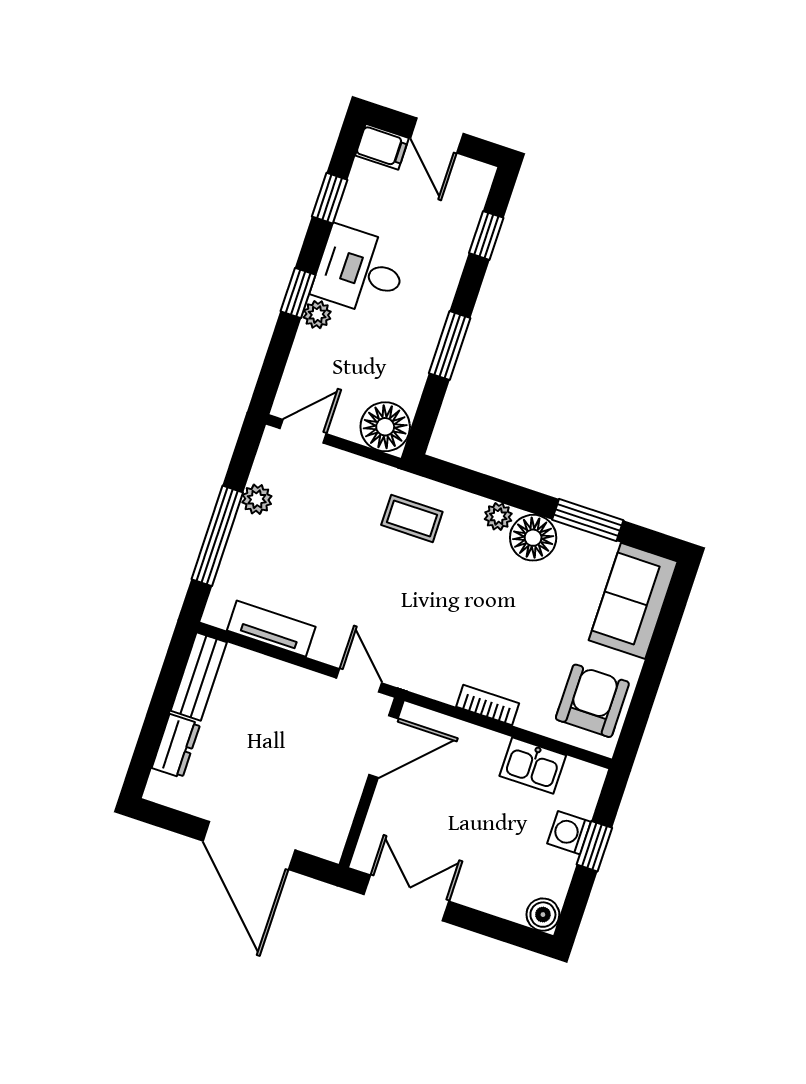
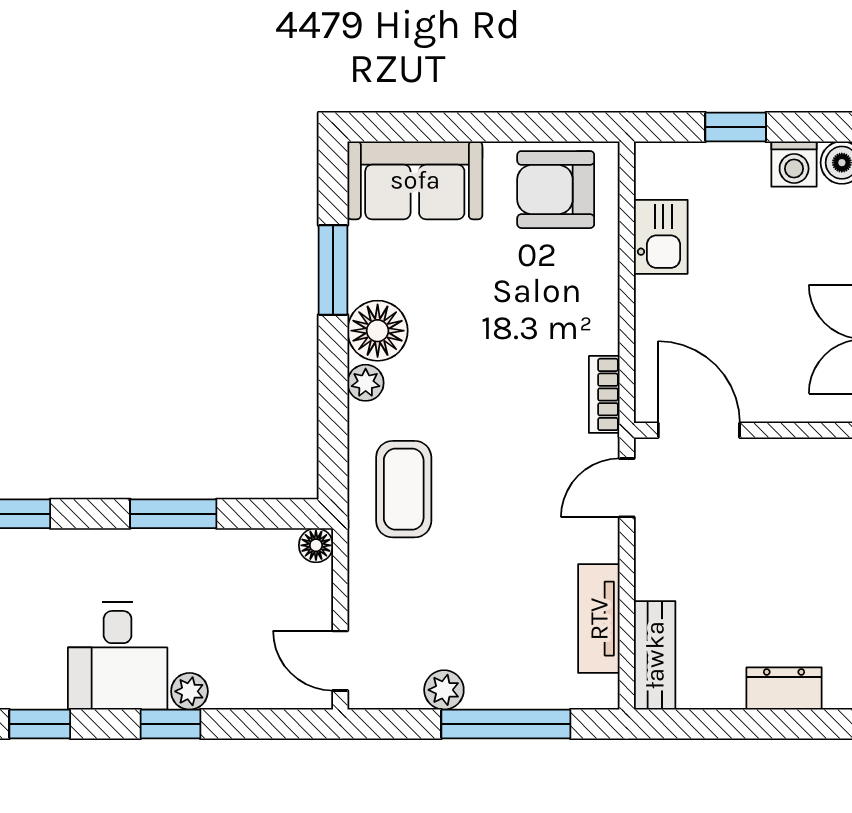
floor lamp: (385, 427) -> (316, 545), width x0.53, depth x0.53
coffee table: (412, 518) -> (404, 489), width x1.36, depth x1.30
bench: (199, 676) -> (655, 655), moved, turned 90
bookcase: (488, 705) -> (604, 394), moved
washing machine: (569, 833) -> (794, 164), moved

